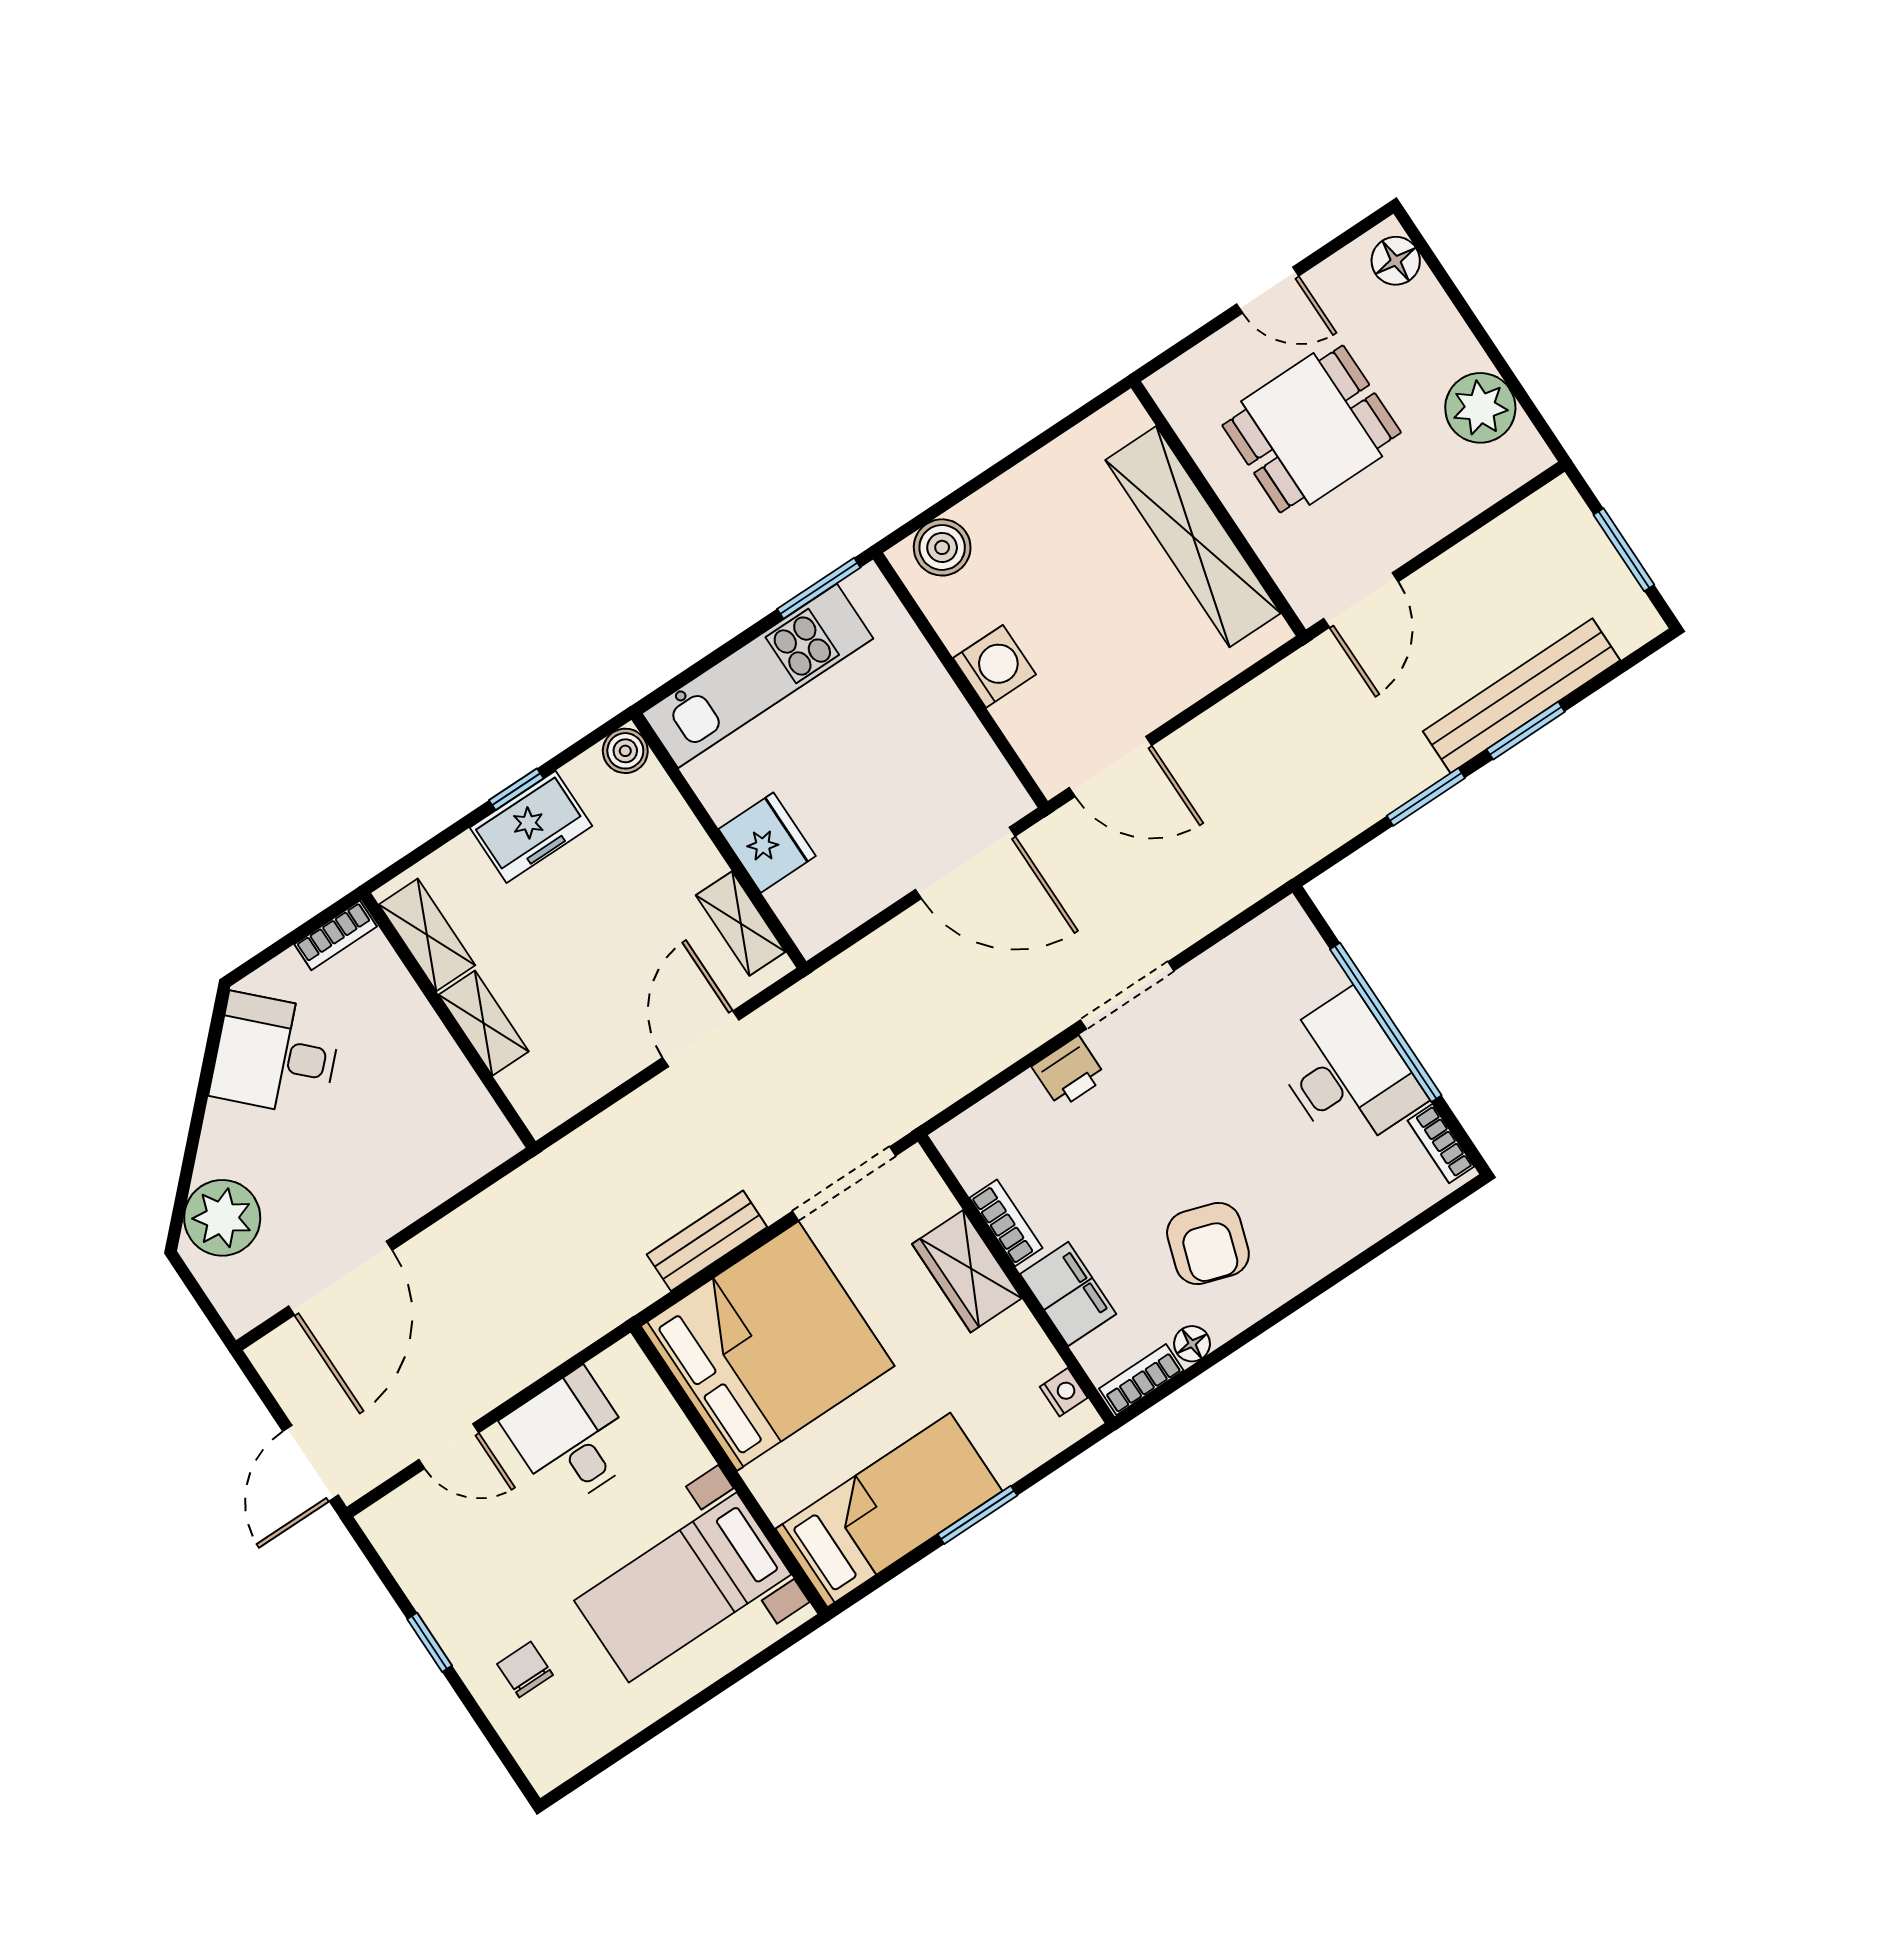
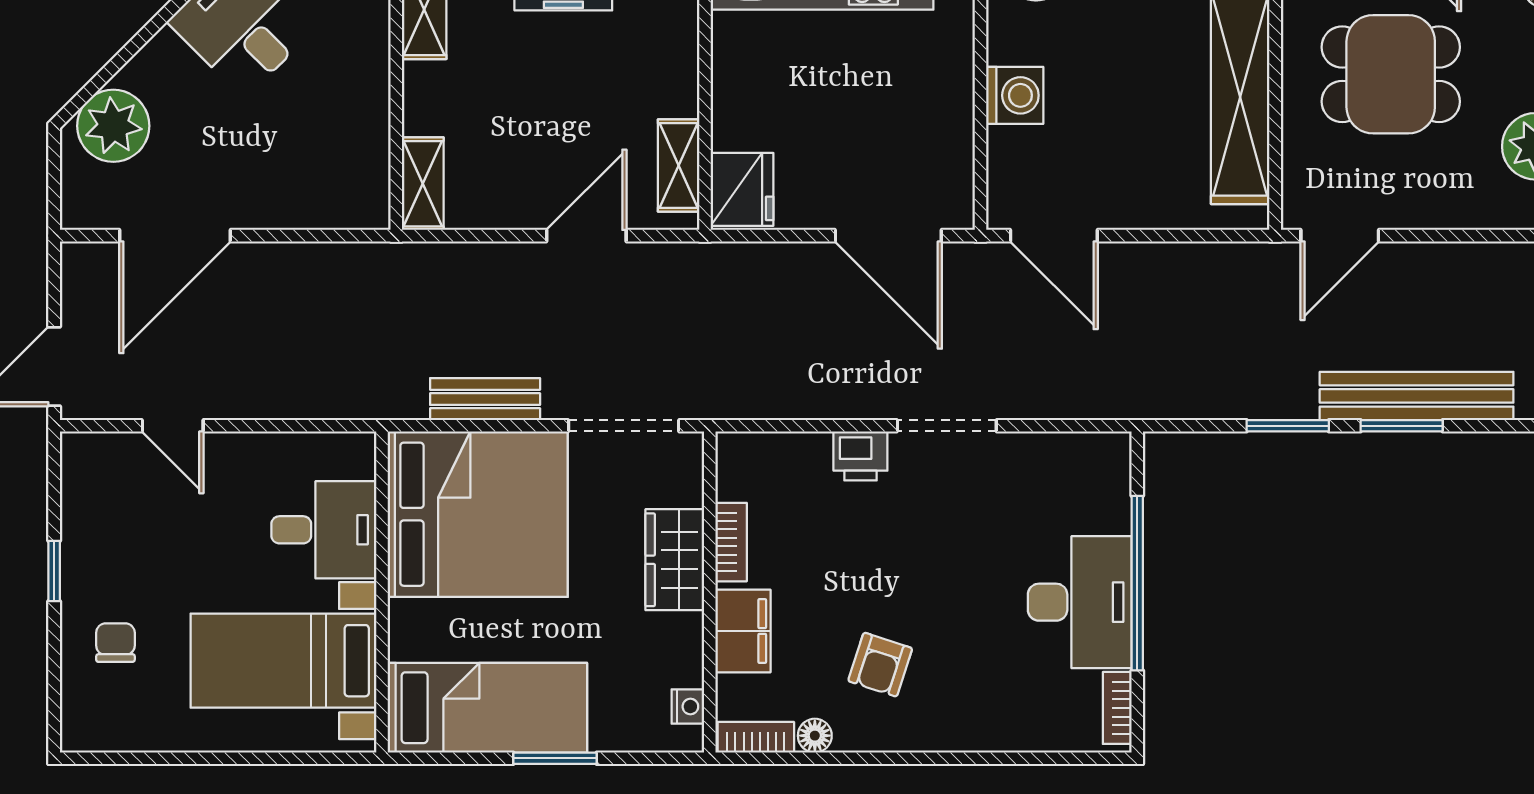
fridge: (767, 843) -> (742, 189), moved
shelving: (484, 1023) -> (423, 184), moved
armchair: (1208, 1243) -> (880, 665), width x0.72, depth x0.72
desk: (571, 1438) -> (324, 530), moved, turned 90

